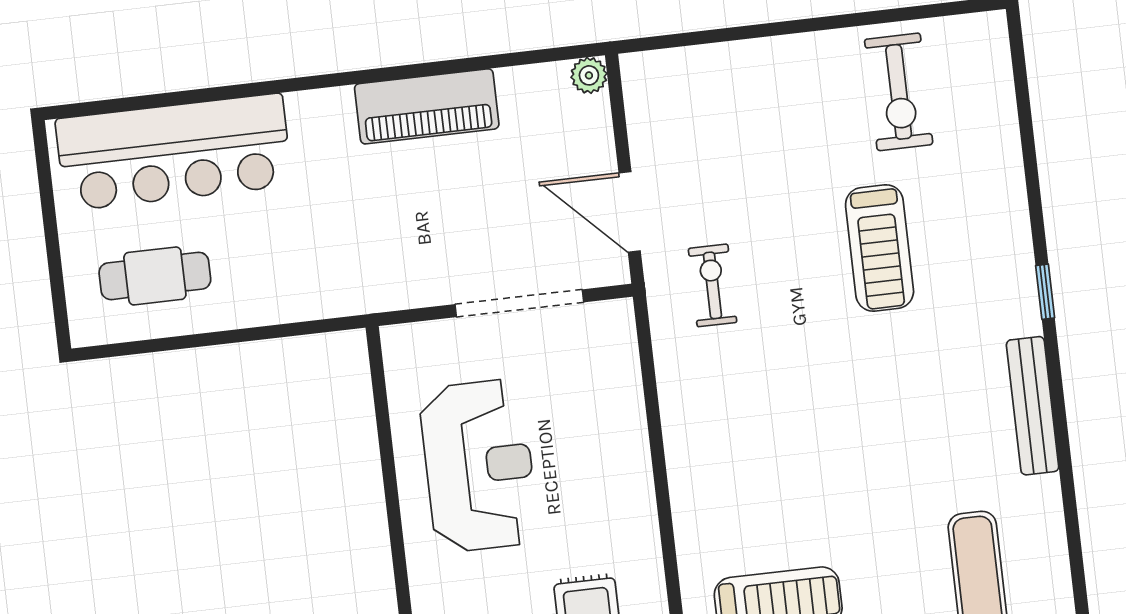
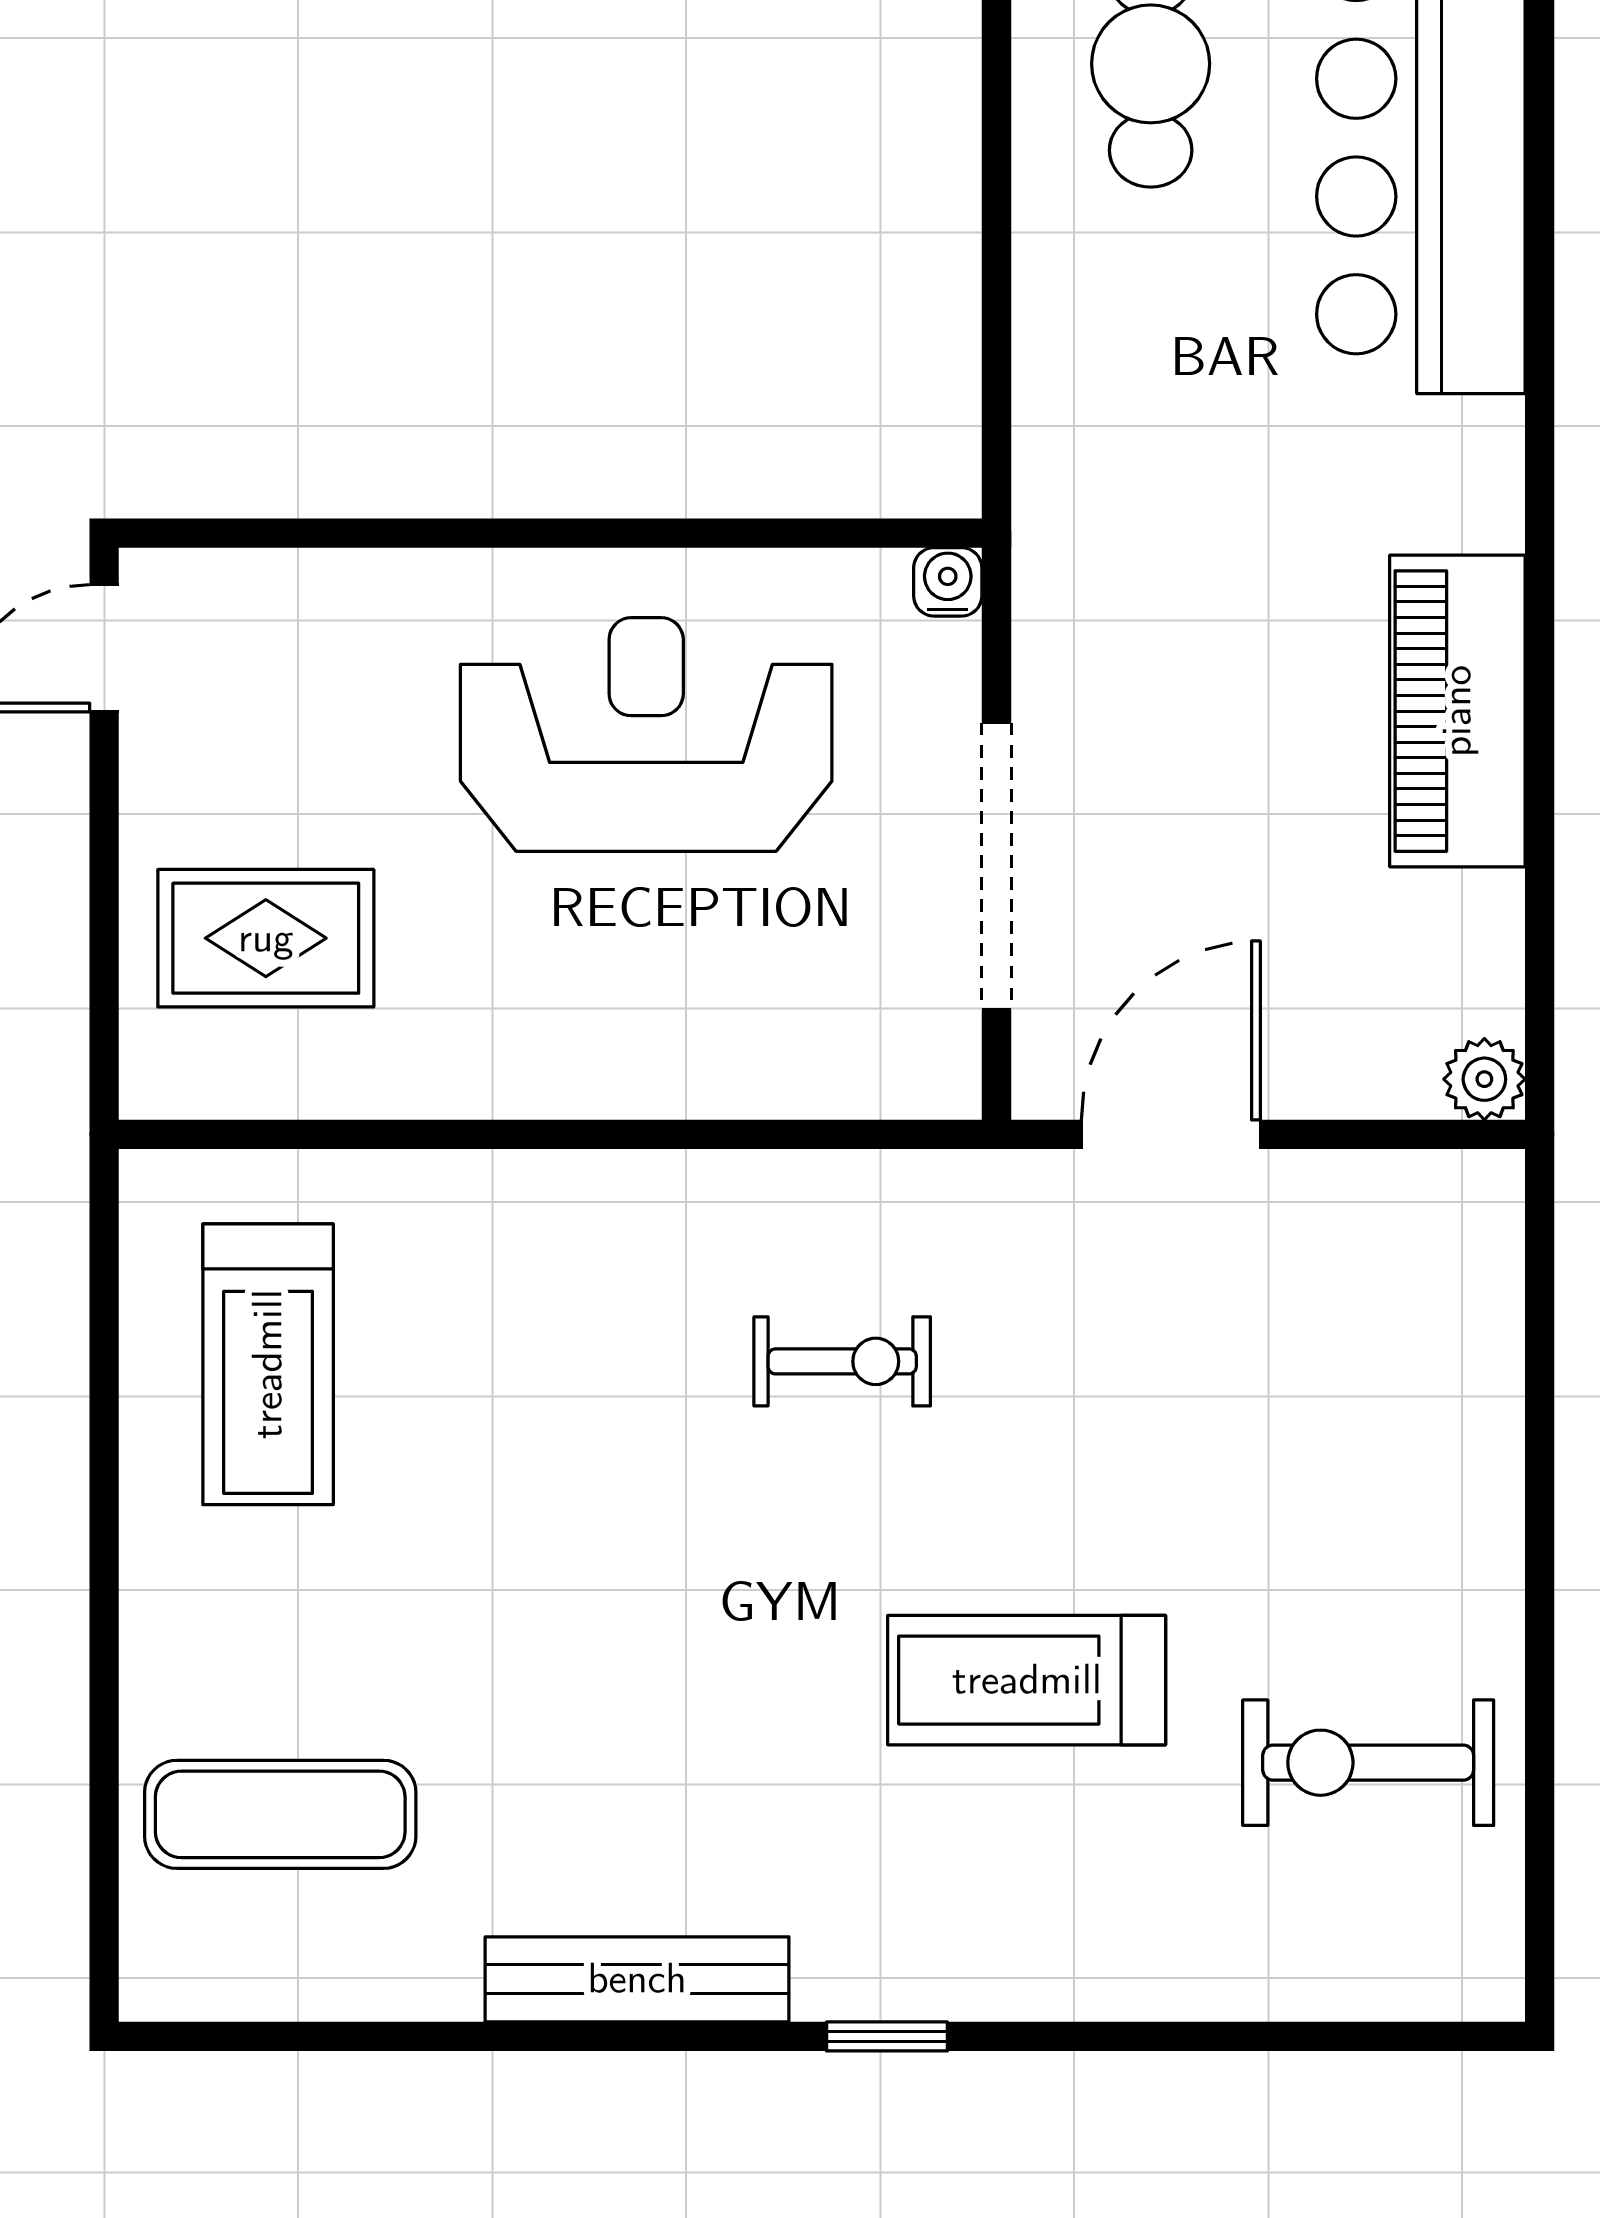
exercise bike: (713, 285) -> (842, 1361), moved
water cooler: (396, 339) -> (948, 582), added
reception desk: (479, 466) -> (646, 734), turned 180

